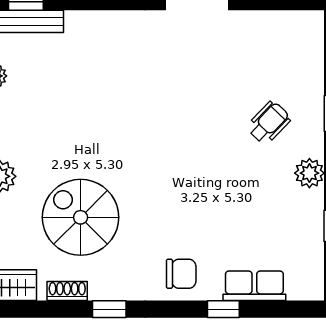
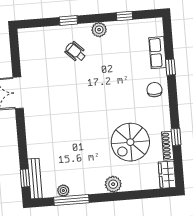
shoe rack: (67, 291) -> (168, 146), width x1.43
window: (109, 309) -> (176, 137), moved

